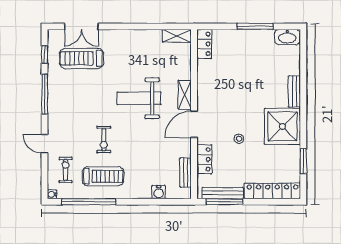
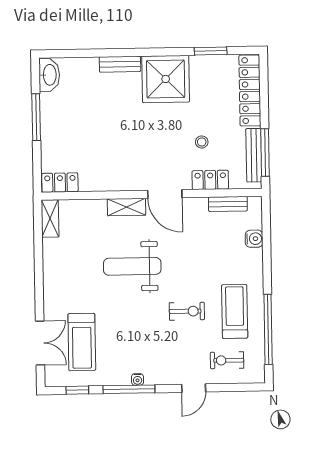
weight bench: (139, 98) -> (132, 266), turned 90
stool: (239, 139) -> (202, 142), moved
water cooler: (52, 194) -> (138, 379), moved

